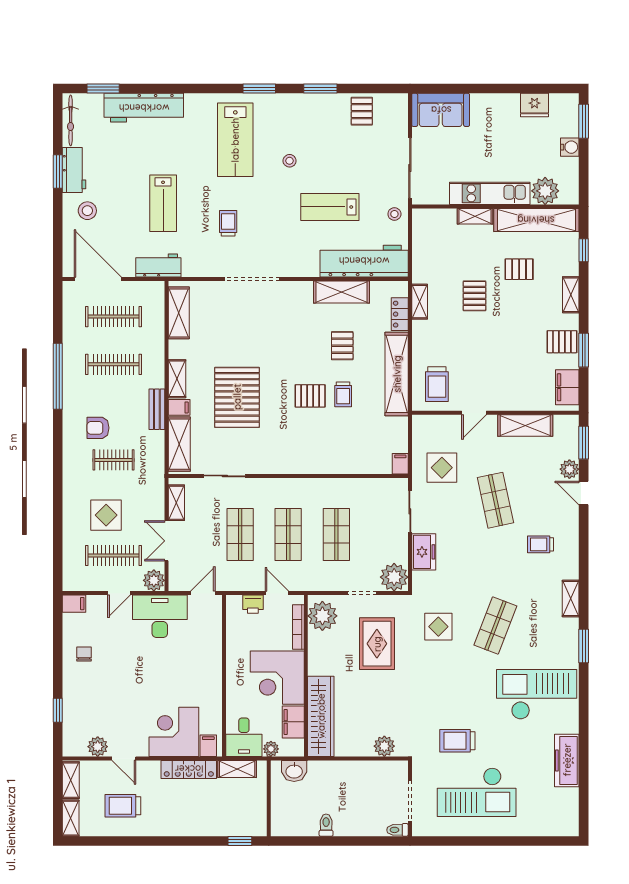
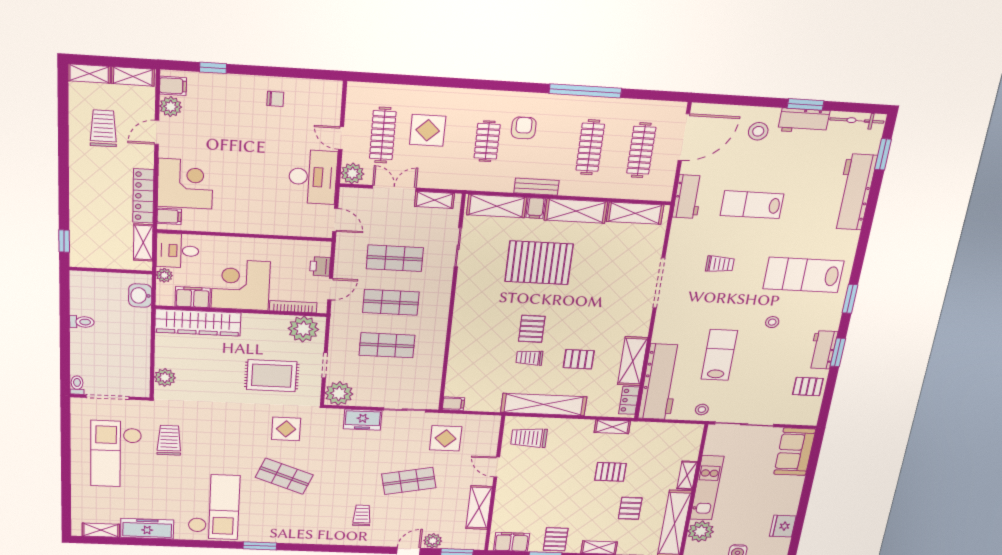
workbench: (318, 104) -> (823, 350), added
locker: (400, 314) -> (629, 400), moved, turned -90
shelving: (177, 379) -> (576, 211), width x1.50, depth x1.33
shelving: (571, 598) -> (101, 530), moved
filing cabinet: (74, 604) -> (173, 86), moved, turned -90

